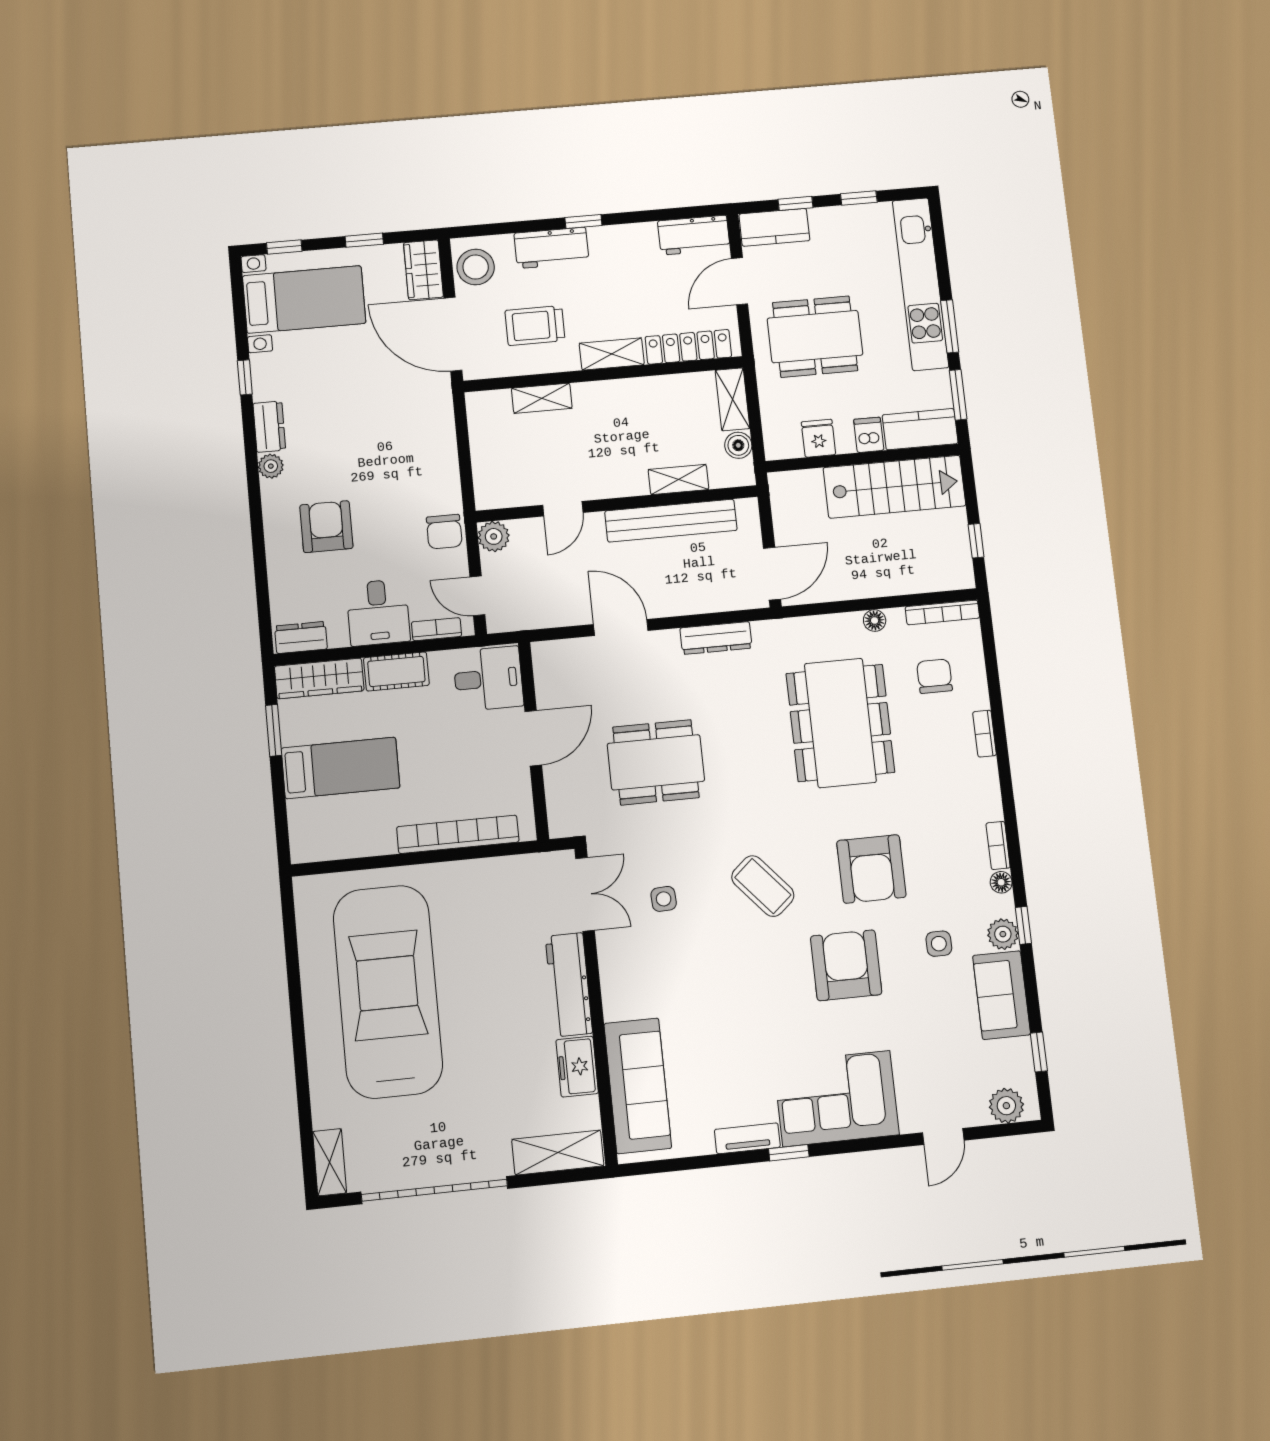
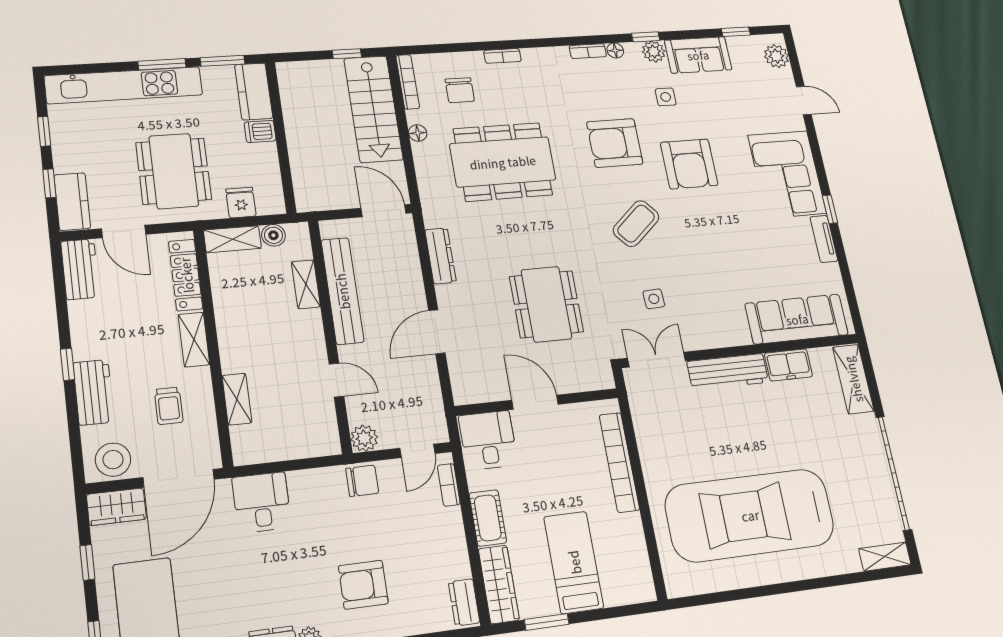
trolley: (535, 326) -> (169, 406), width x0.73, depth x0.72
fridge: (818, 438) -> (241, 203), moved, turned 90
stairs: (894, 487) -> (373, 109), moved, turned 180
desk: (378, 612) -> (262, 502), moved, turned -90
chair: (935, 676) -> (460, 90), turned -90
armchair: (871, 869) -> (615, 143), turned 180
armchair: (846, 965) -> (689, 164), turned -90

